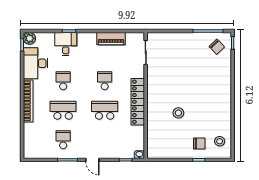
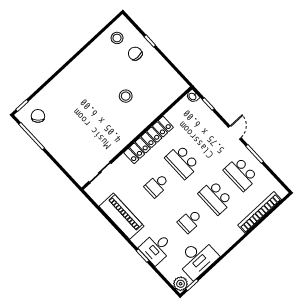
piano: (111, 39) -> (121, 216), width x1.37, depth x1.33
bookcase: (28, 101) -> (260, 212), moved
school desk: (63, 140) -> (241, 174), width x1.85

